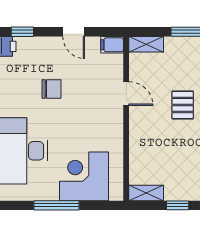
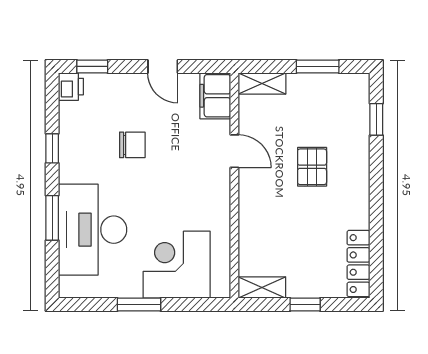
filing cabinet: (112, 45) -> (215, 96), width x2.00
window: (56, 205) -> (139, 304), width x0.69

